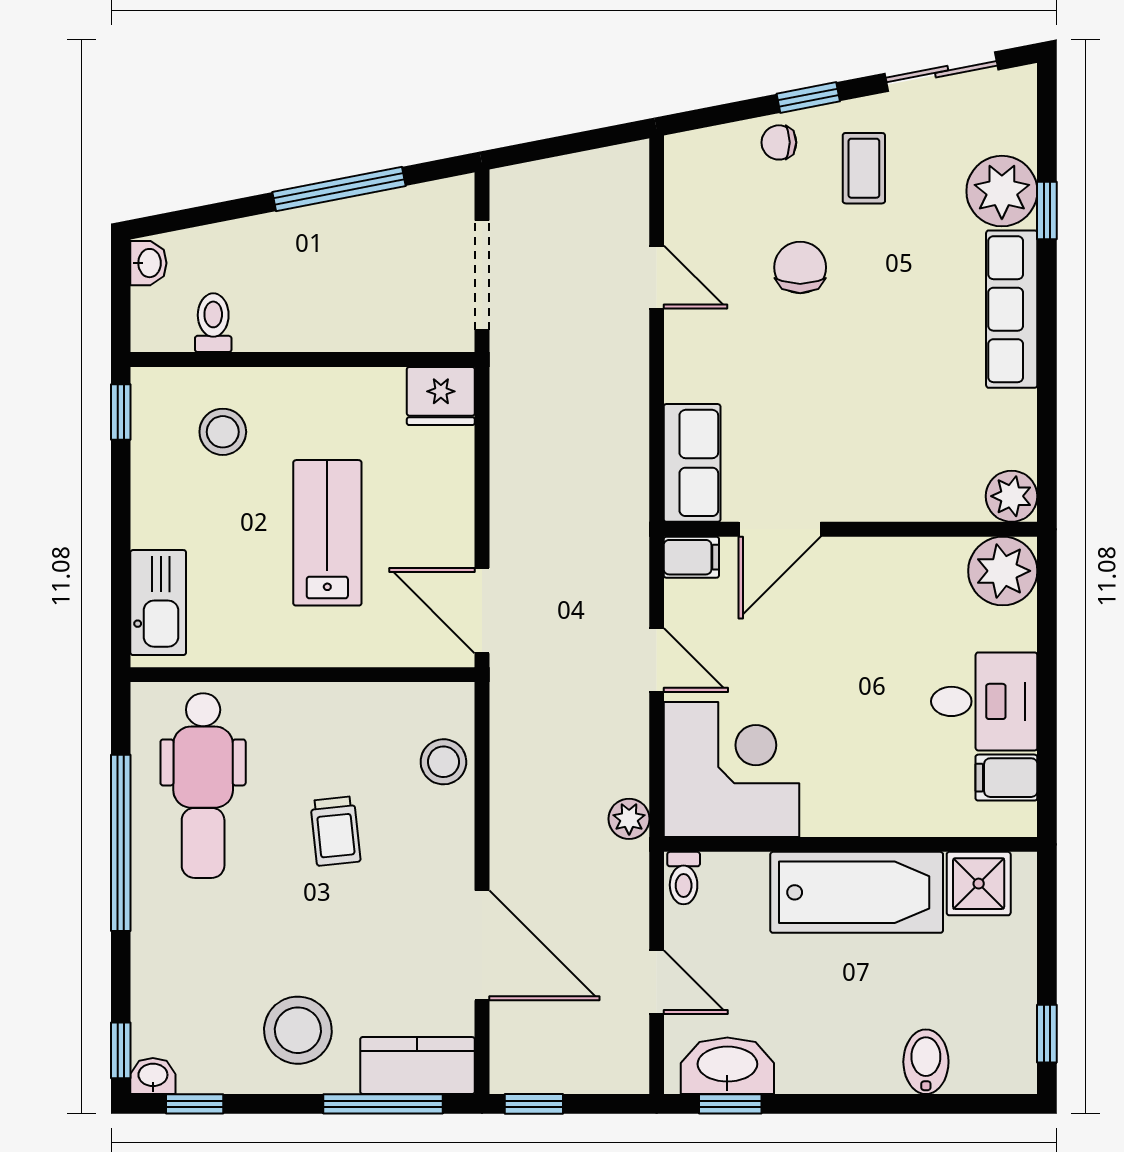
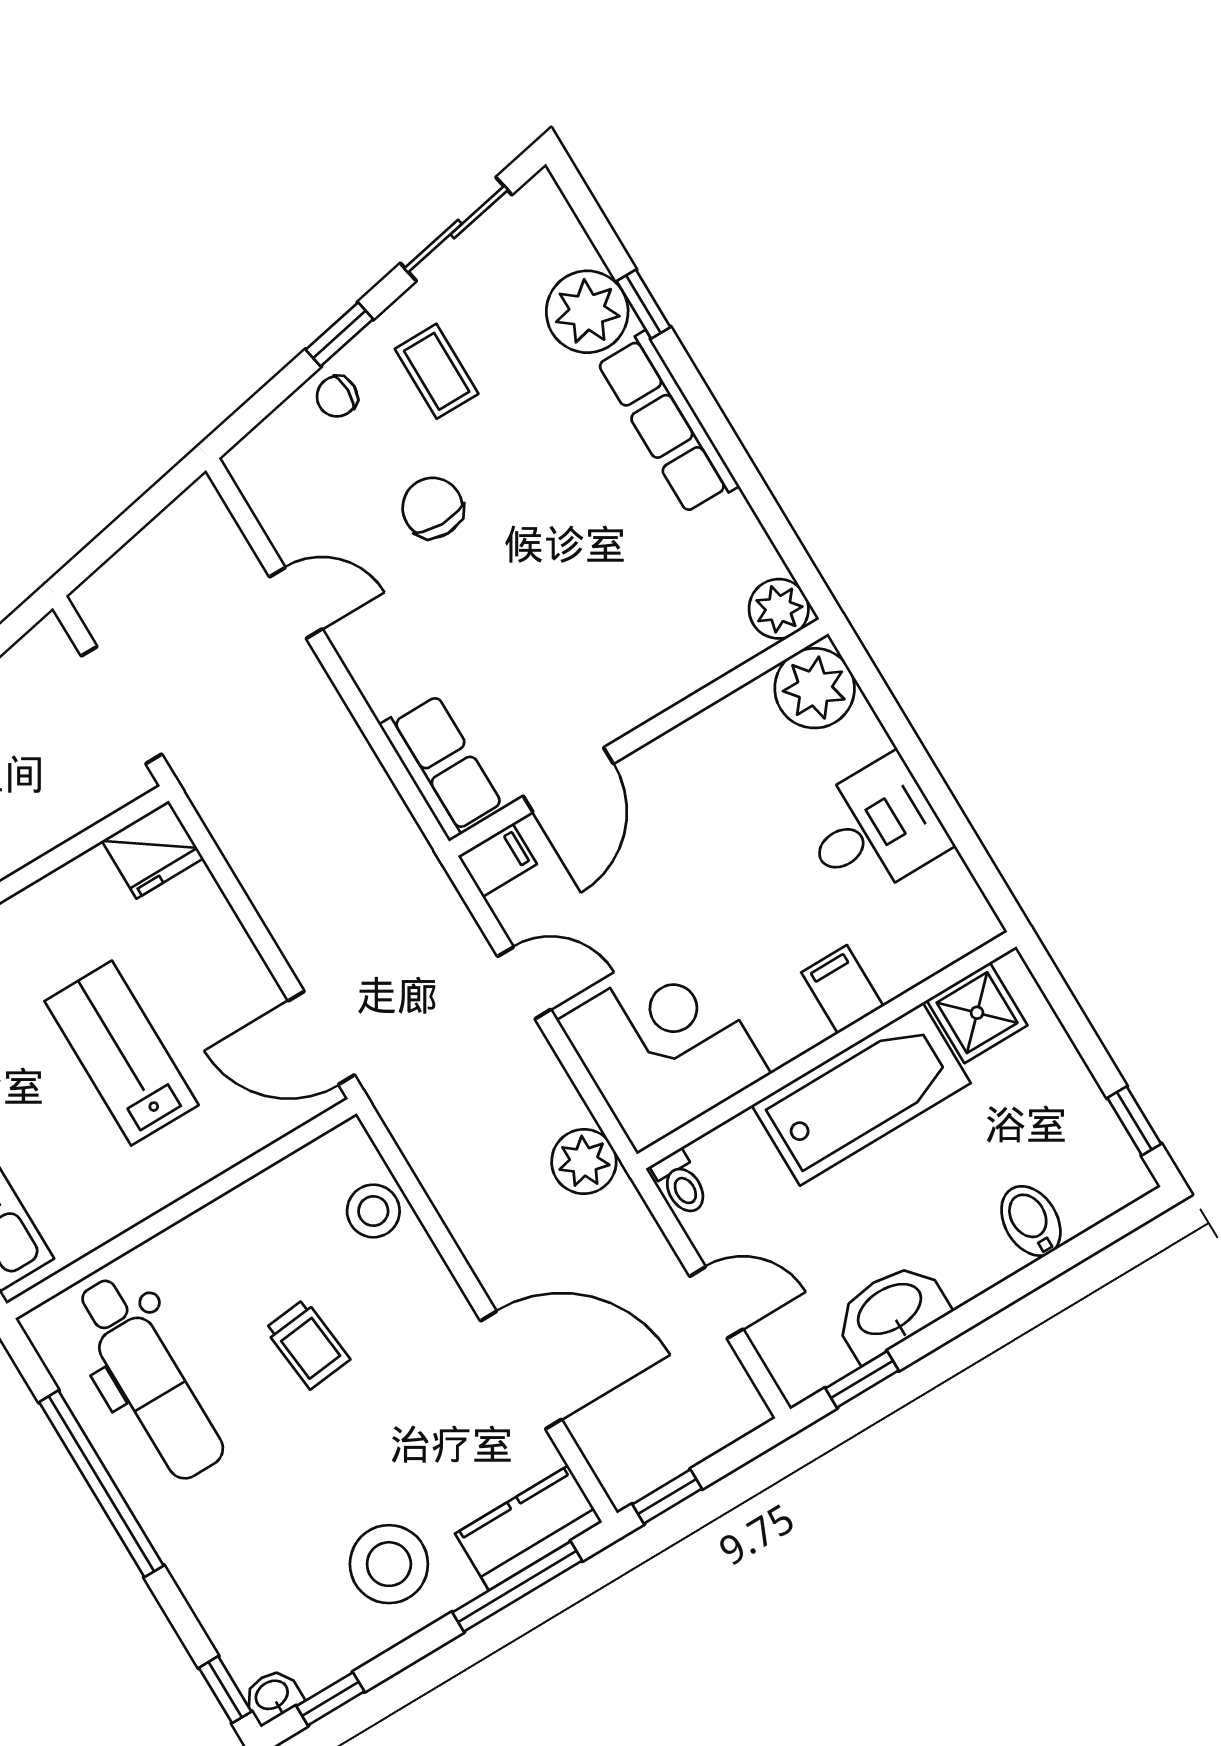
filing cabinet: (1006, 778) -> (842, 989), moved, turned 90
plant: (629, 819) -> (584, 1161), width x1.38, depth x1.38
washbasin: (727, 1066) -> (890, 1311), moved

